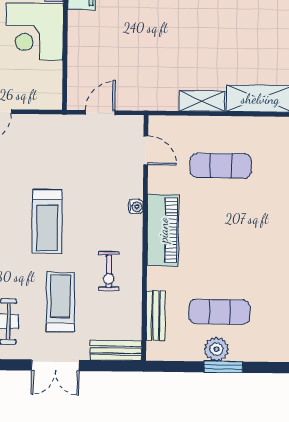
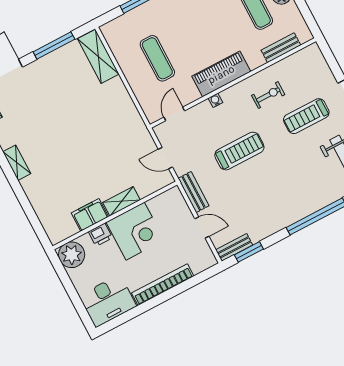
shelving: (202, 101) -> (121, 201), moved, turned 90
treadmill: (47, 221) -> (239, 151), moved
bench: (116, 351) -> (194, 192), moved

